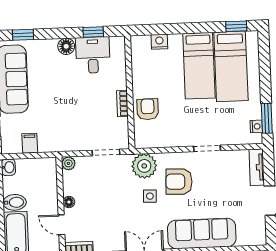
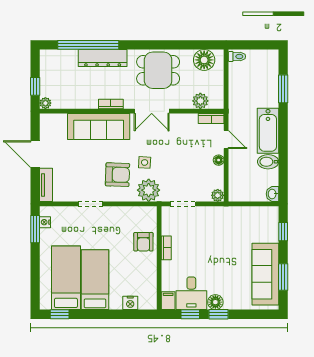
window: (23, 35) -> (218, 314), moved
filing cabinet: (30, 143) -> (168, 301), moved, turned 180

